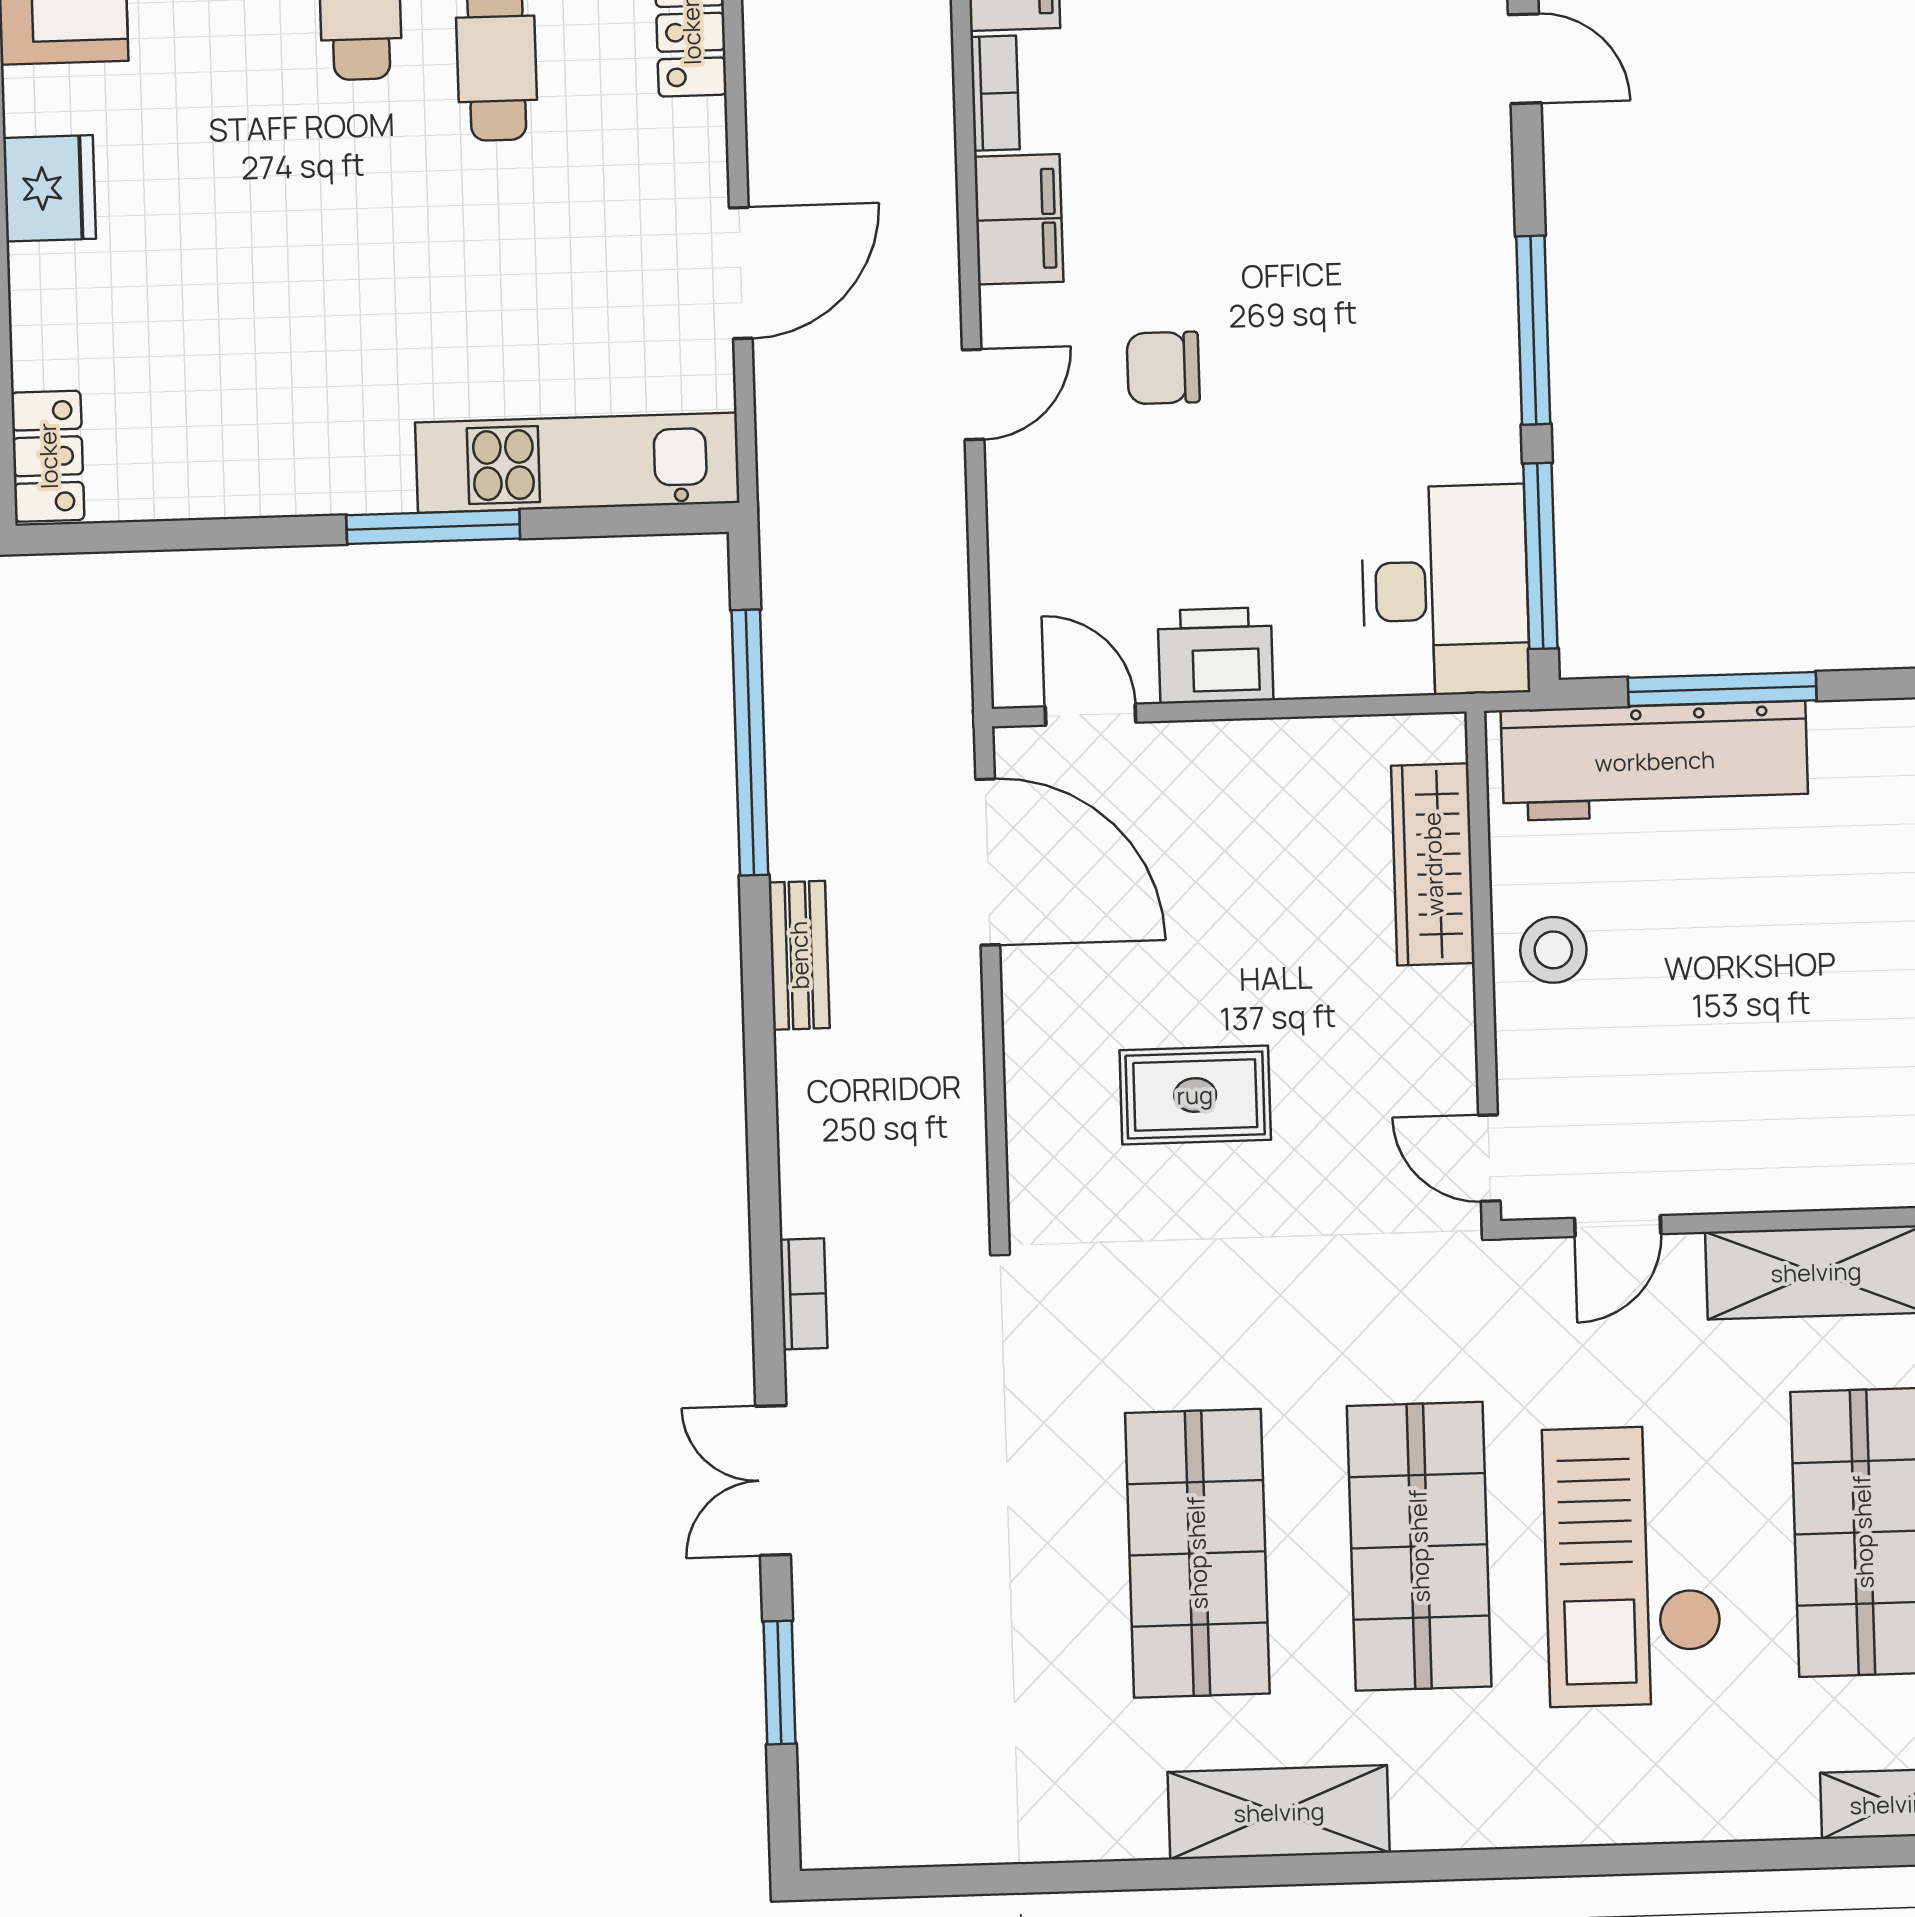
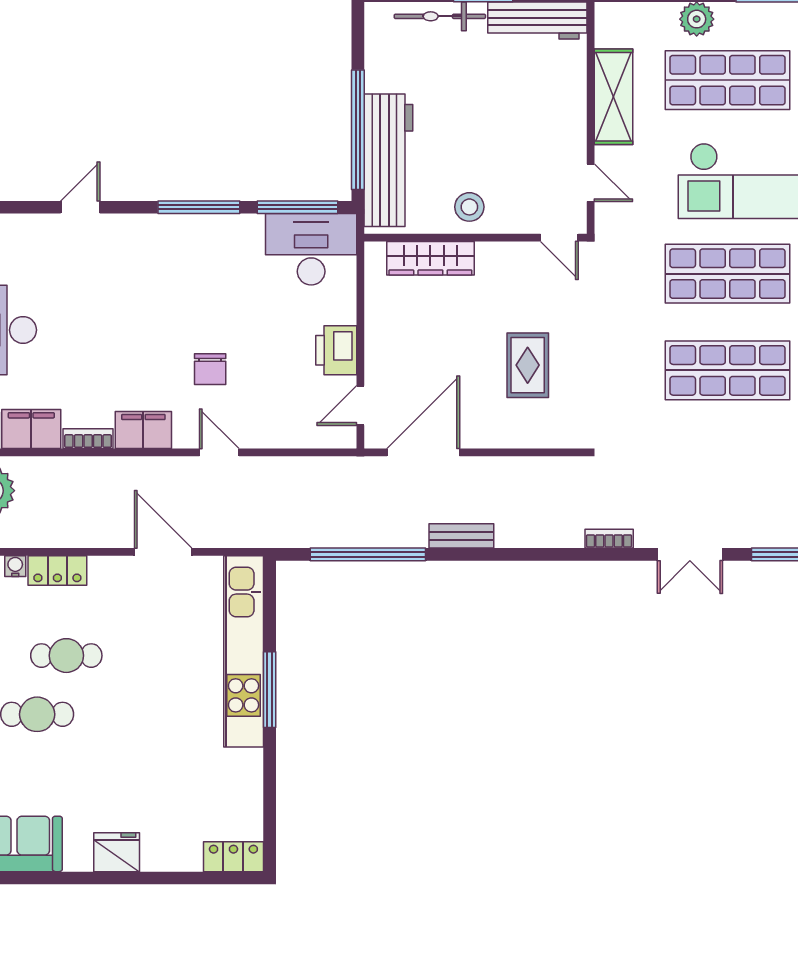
kitchen unit: (577, 463) -> (244, 651), width x1.36
window: (1722, 689) -> (358, 130), width x1.46
door: (1489, 1158) -> (559, 238), hinge flipped

